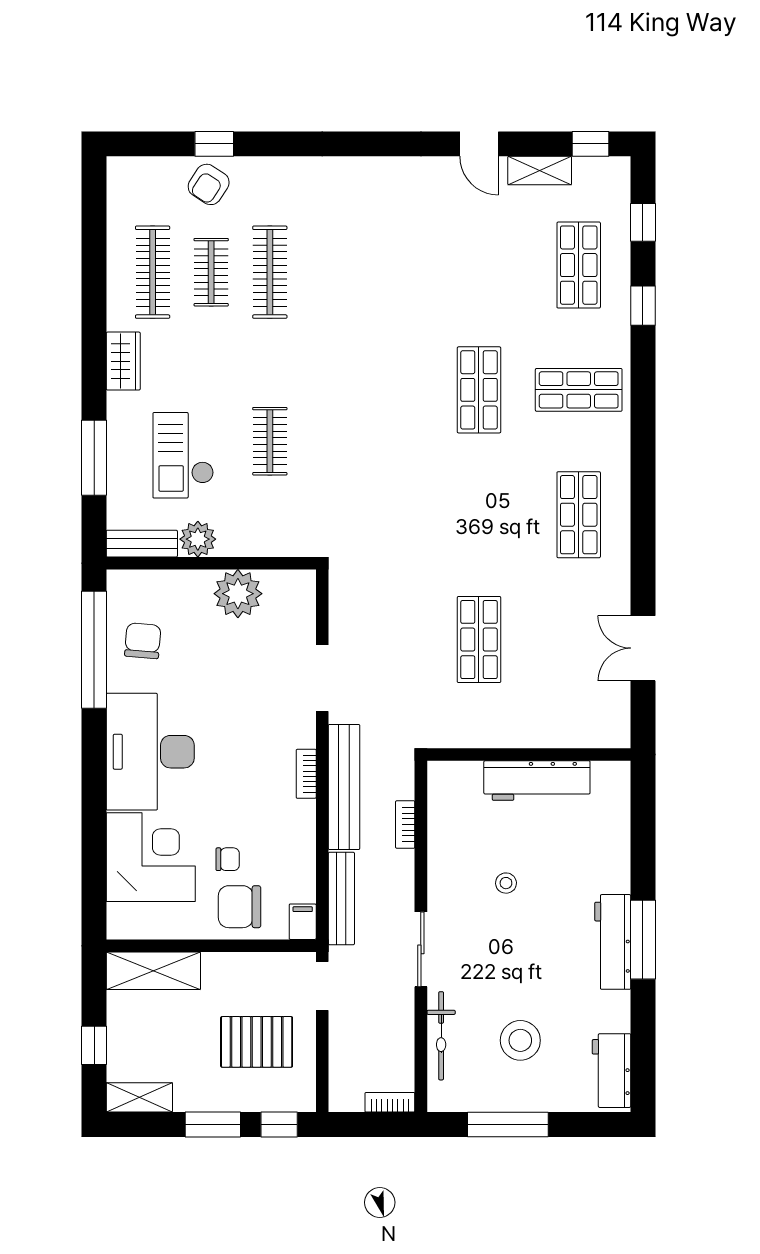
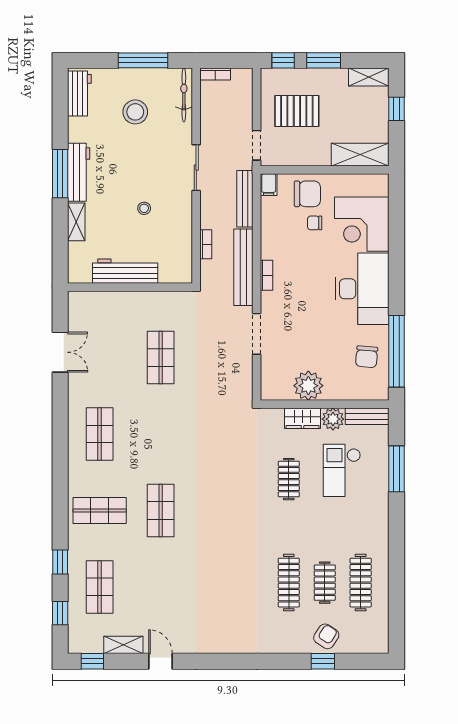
wardrobe: (123, 361) -> (303, 418), moved, turned -90
checkout: (183, 455) -> (342, 470), turned 180
shelving: (617, 861) -> (76, 222), added
bicycle: (441, 1036) -> (184, 95), moved

